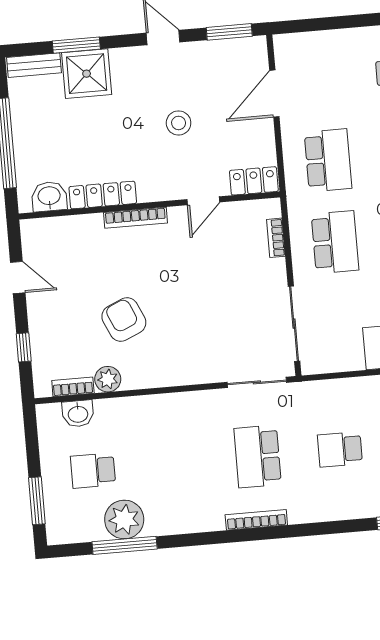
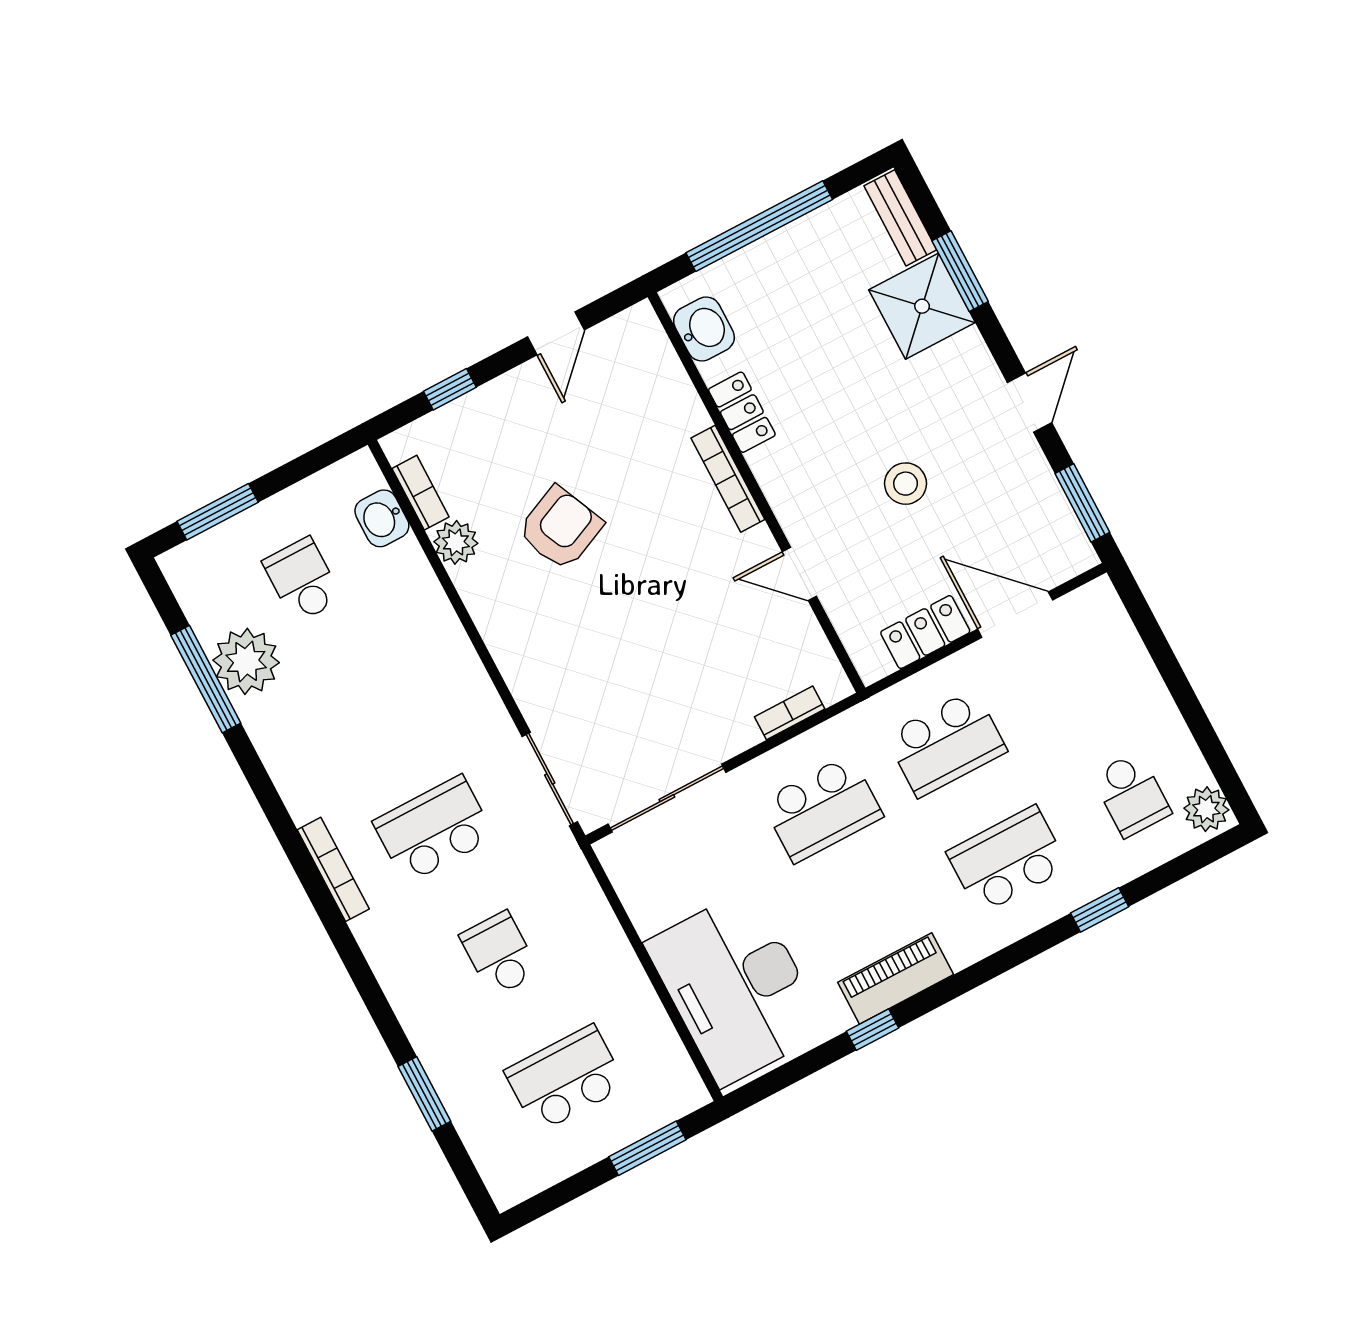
locker: (254, 181) -> (925, 632), moved, turned -90
locker: (103, 195) -> (742, 412), width x0.66

